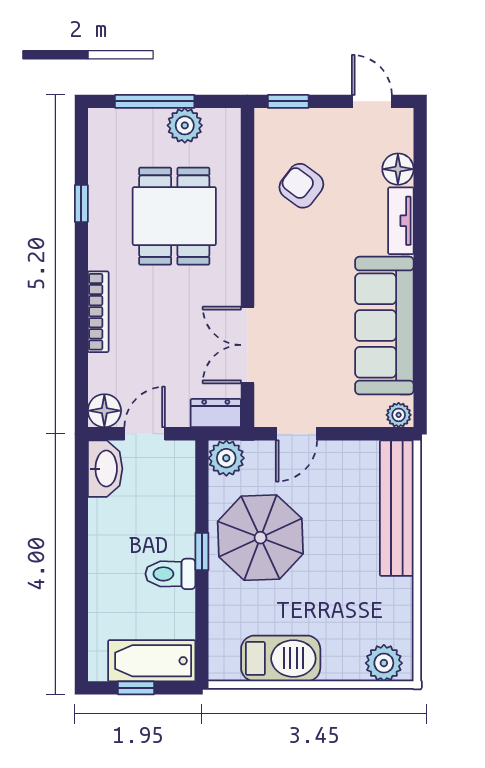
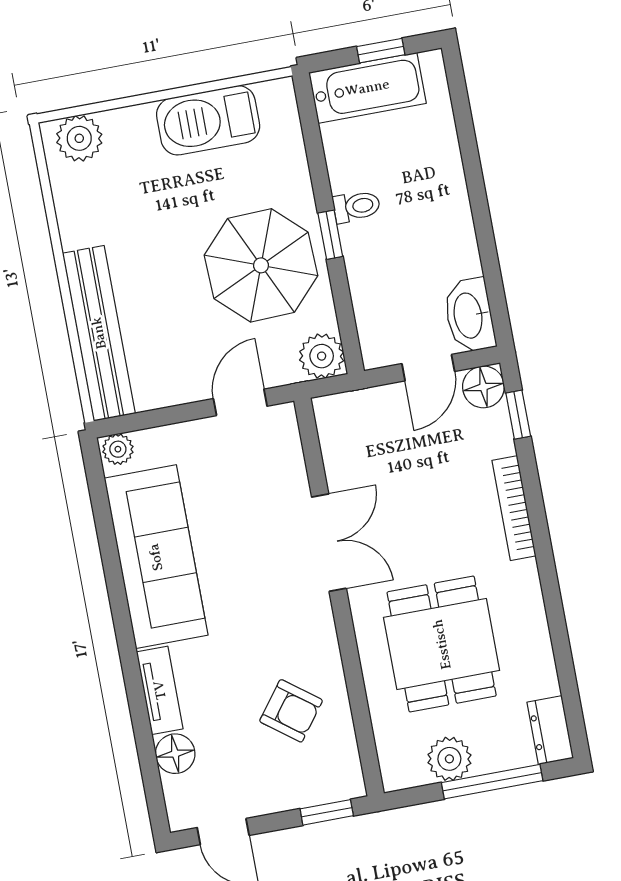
window: (81, 204) -> (518, 415), moved
double door: (247, 345) -> (329, 543), moved
dresser: (216, 413) -> (550, 730), moved, turned 90
toilet: (170, 574) -> (357, 206), width x0.73, depth x0.72

